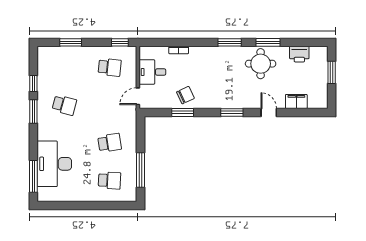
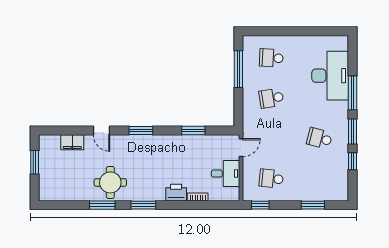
printer: (299, 54) -> (176, 193), moved
window: (332, 72) -> (35, 162), moved
chair: (185, 95) -> (190, 149), removed
window: (33, 176) -> (352, 93), moved

